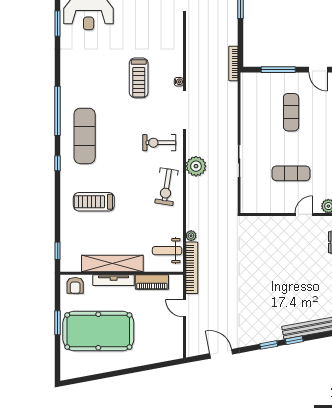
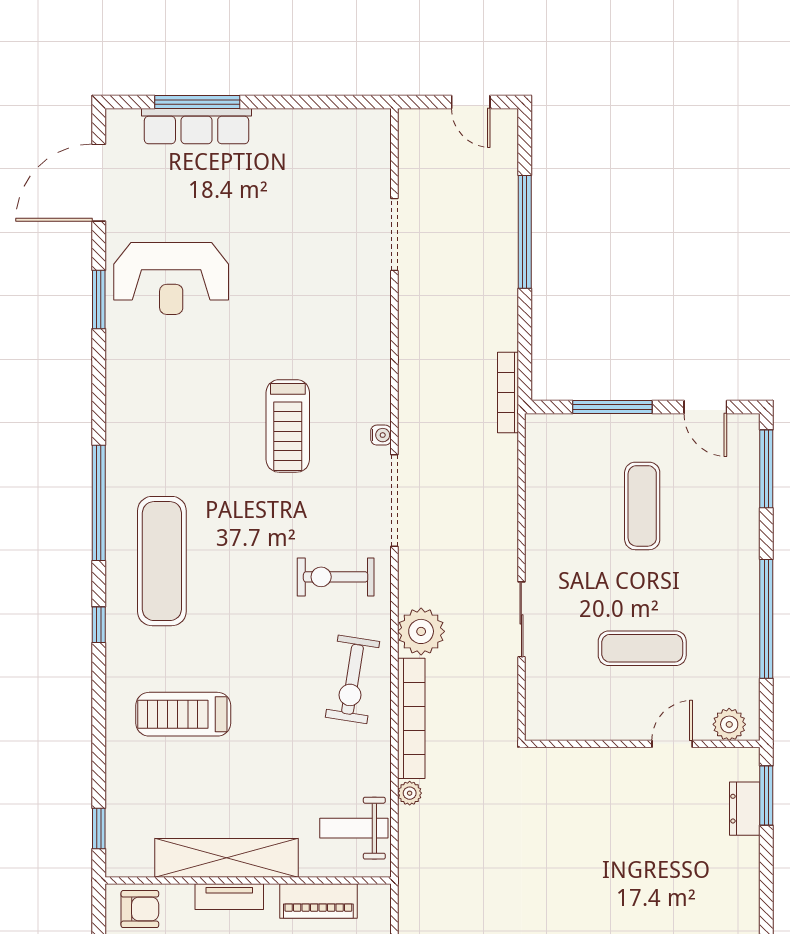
bookcase: (192, 268) -> (411, 718), moved
tv unit: (114, 280) -> (229, 897), width x0.71
armchair: (75, 285) -> (140, 909), turned -90

